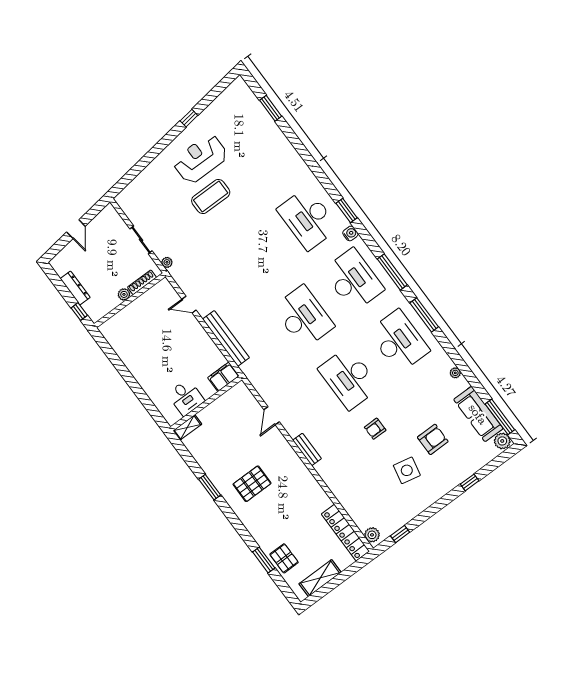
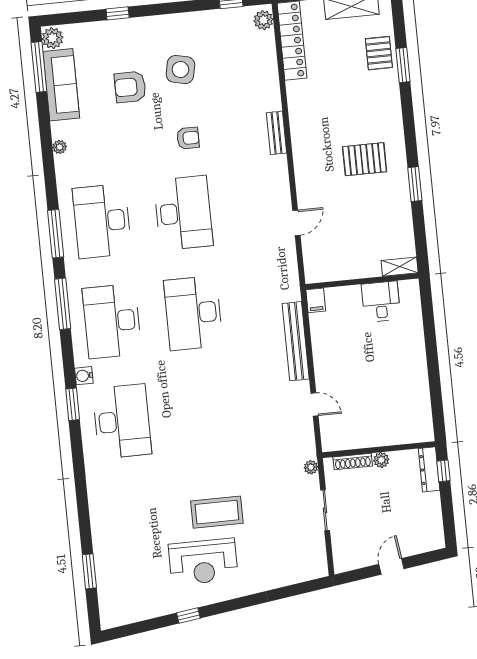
dresser: (75, 288) -> (429, 469), moved
filing cabinet: (223, 377) -> (316, 300), width x0.50
bench: (307, 449) -> (276, 133), moved

